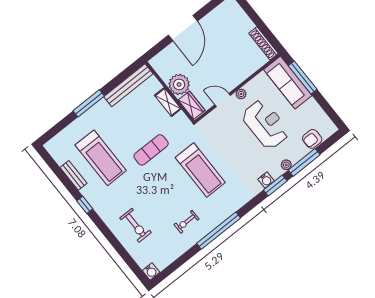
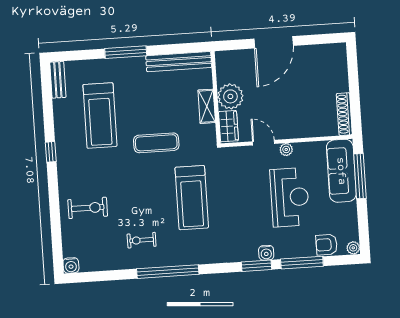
plant: (286, 165) -> (353, 248), moved
bench: (74, 175) -> (58, 80), moved
water cooler: (266, 180) -> (266, 253), moved
exercise bike: (135, 225) -> (88, 208), turned -90

